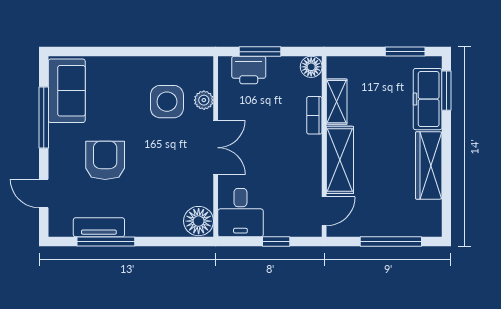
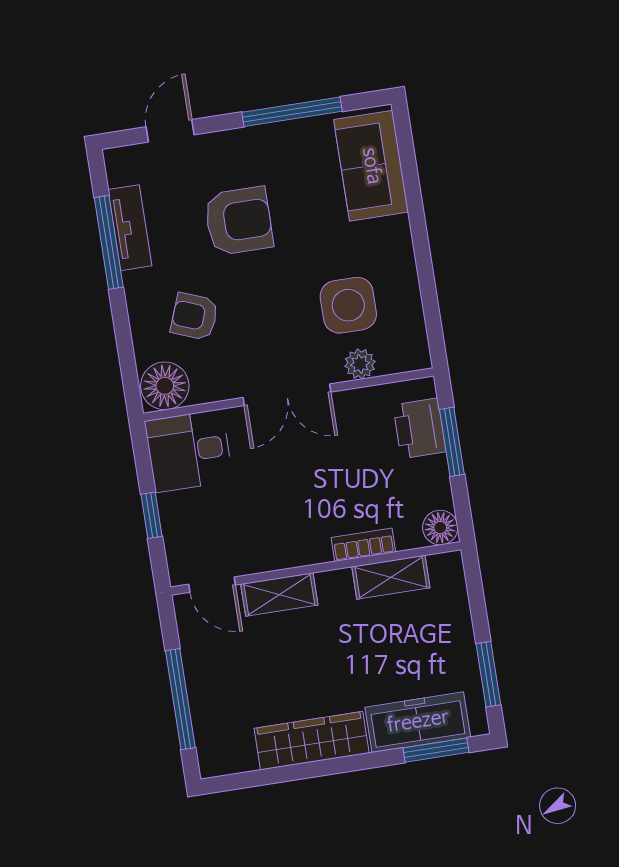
sofa: (67, 91) -> (371, 166), moved, turned 90
shelving: (340, 160) -> (279, 595), width x0.67, depth x0.75
armchair: (159, 196) -> (194, 316), added

